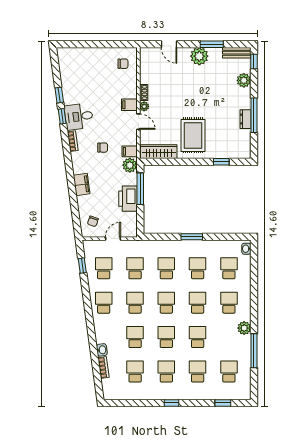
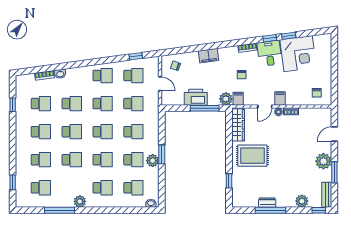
corner desk: (79, 85) -> (298, 54), added
plant: (199, 247) -> (153, 161), added
window: (172, 403) -> (13, 105), moved

